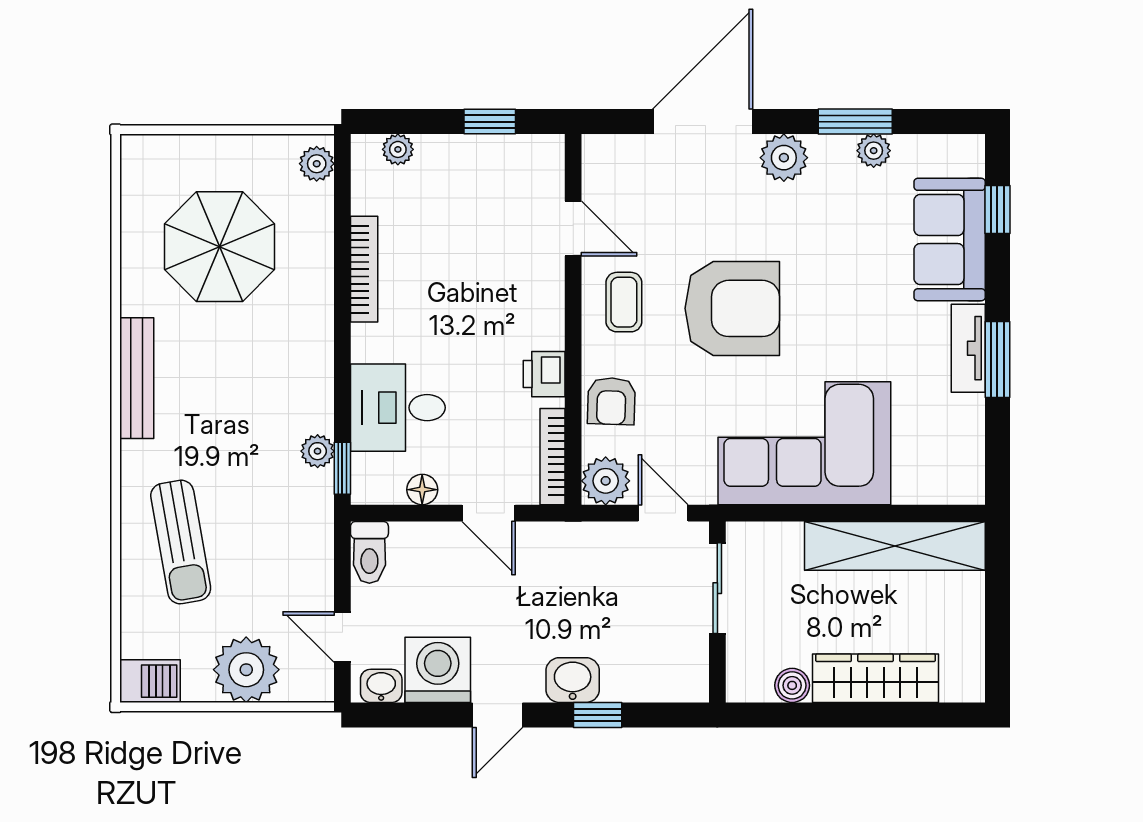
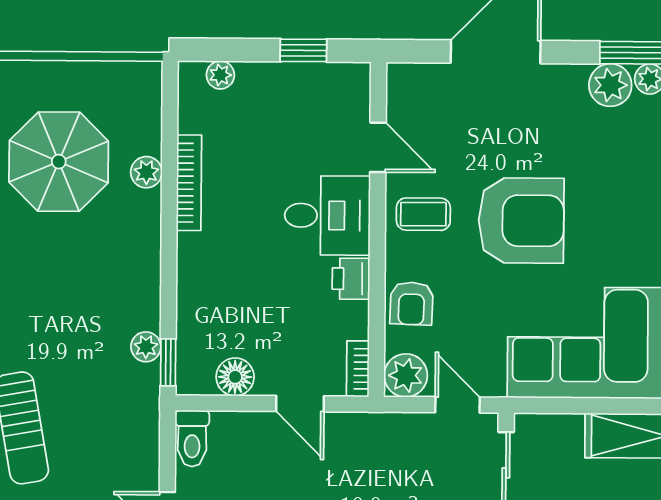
plant: (784, 158) -> (610, 85), moved
plant: (317, 164) -> (146, 172), moved
coffee table: (624, 302) -> (423, 214), turned 90
desk: (398, 408) -> (327, 215), moved, turned 180
bookcase: (552, 457) -> (358, 369), width x0.64
floor lamp: (422, 490) -> (235, 377), width x1.37, depth x1.37

